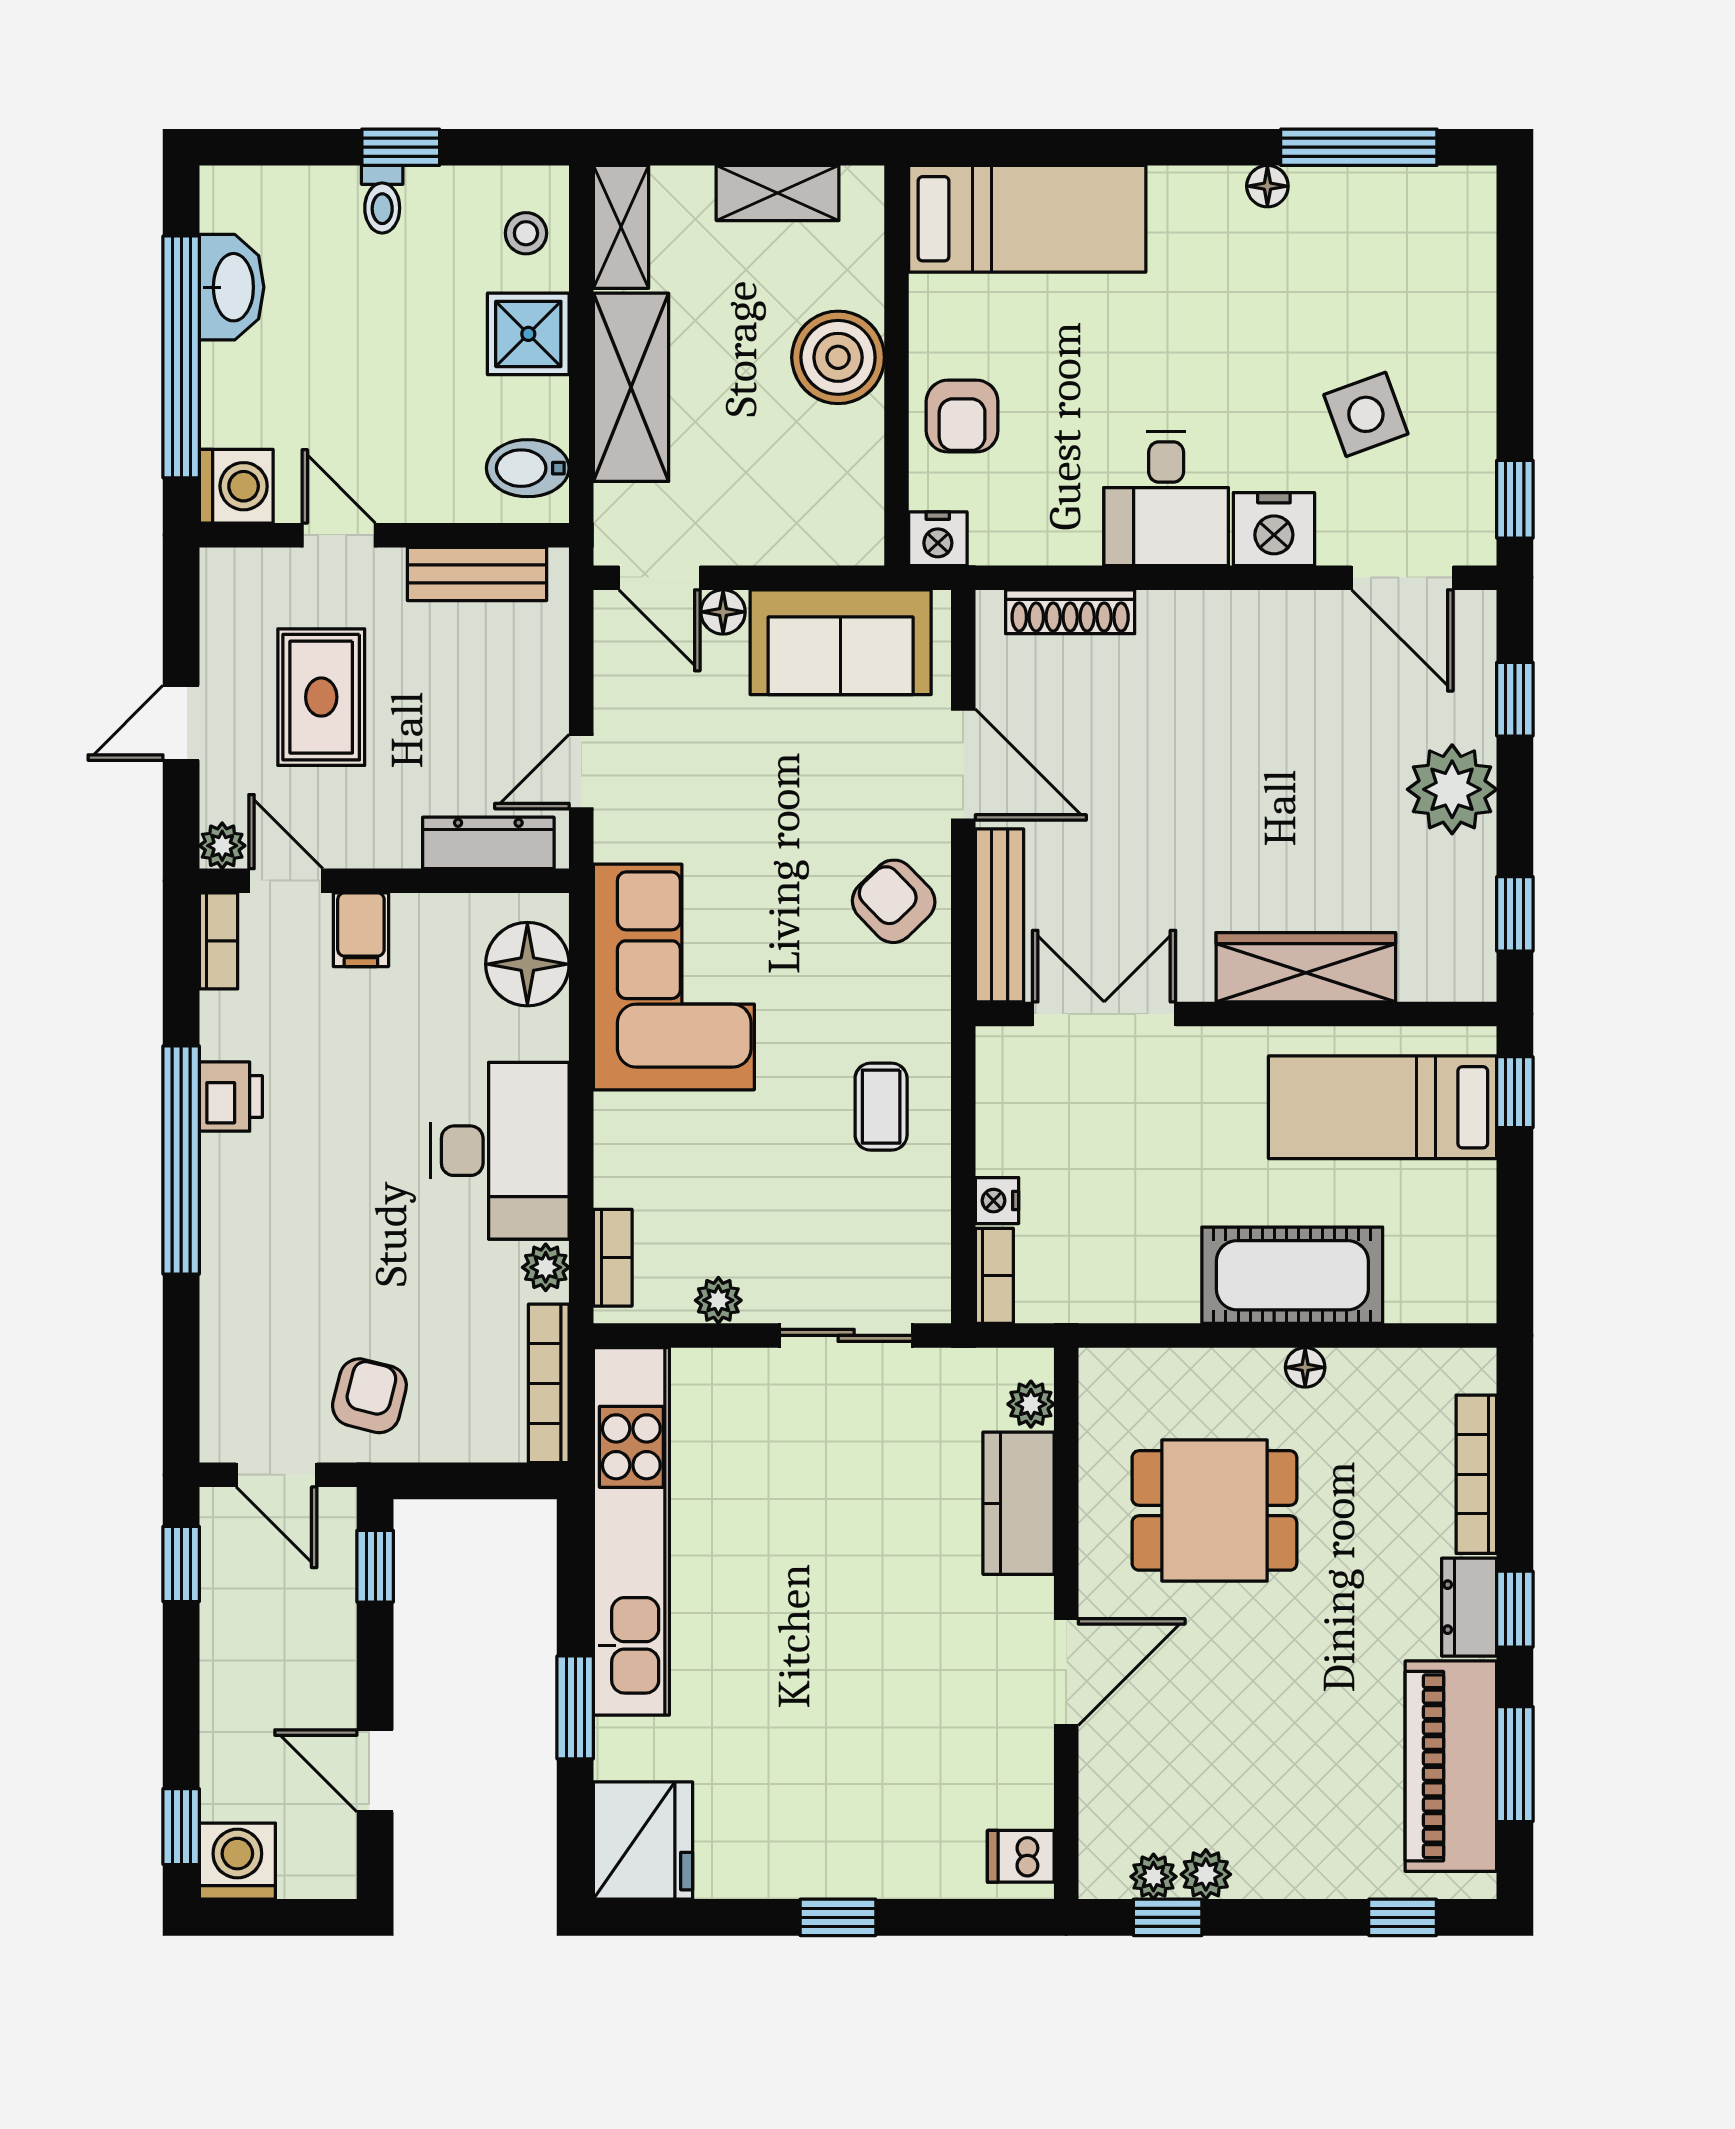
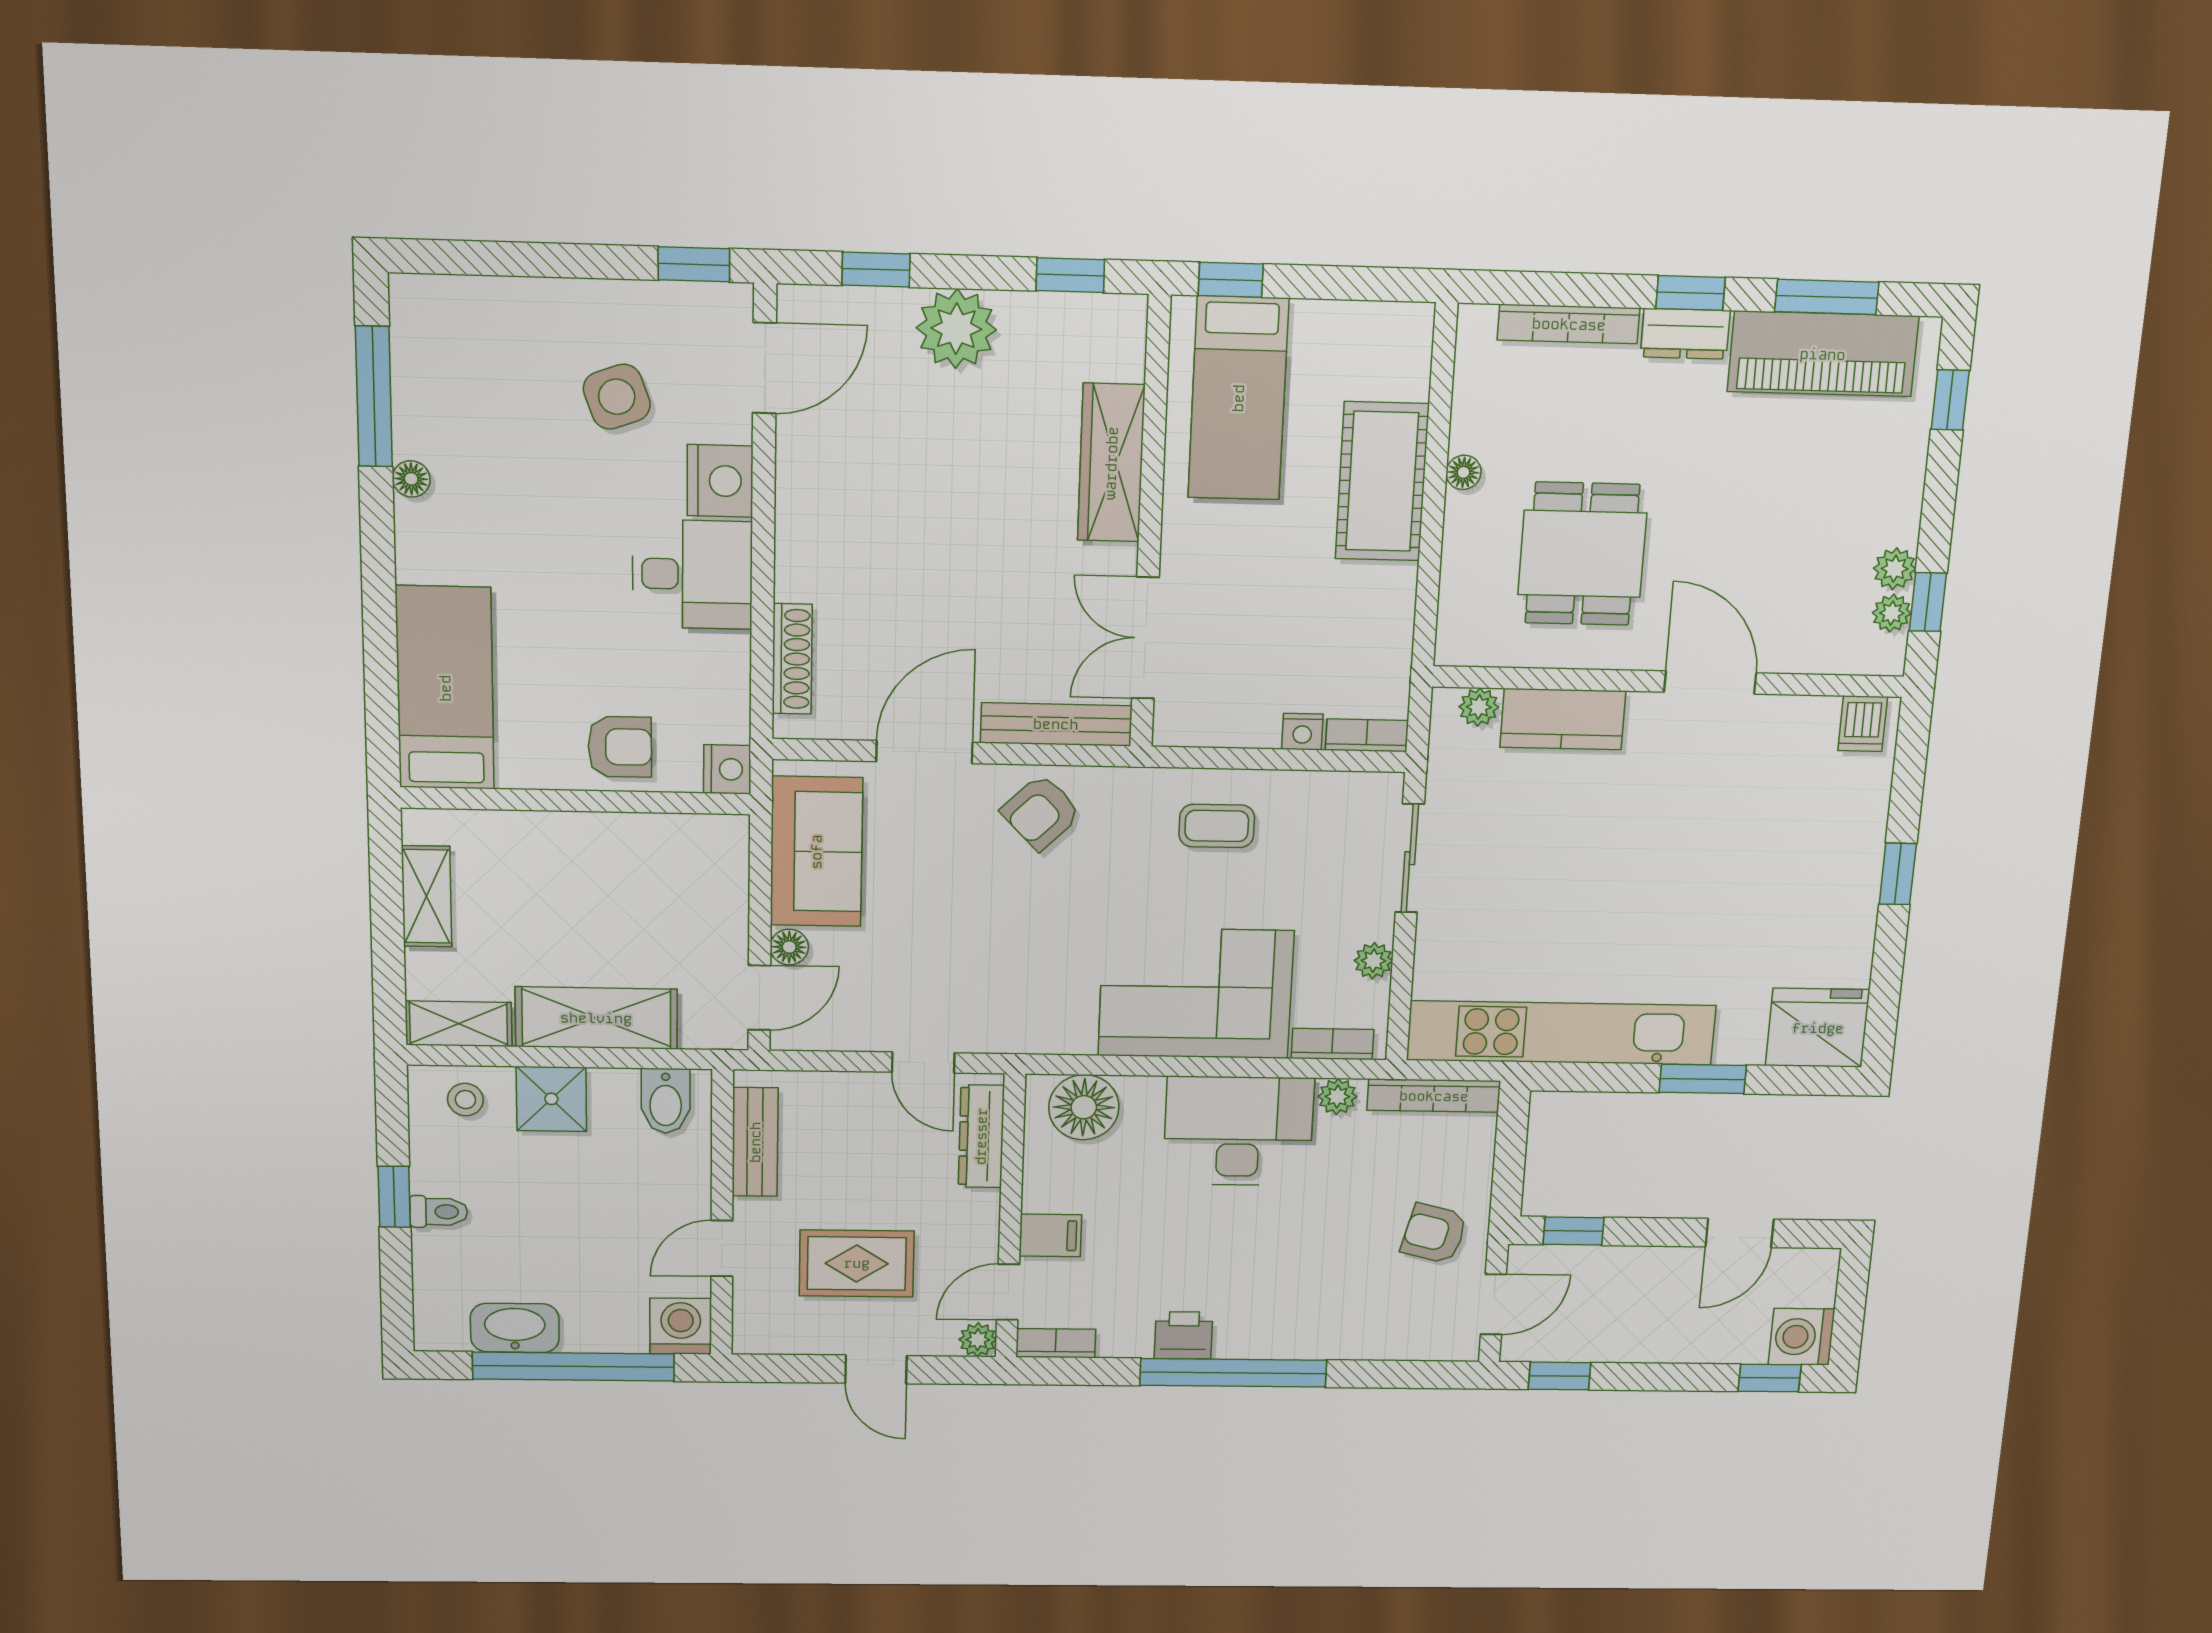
boiler: (838, 357) -> (569, 849), removed
corner sofa: (674, 977) -> (1196, 993), moved

